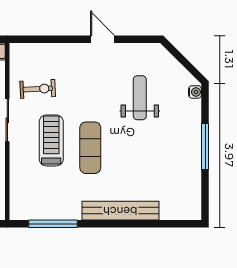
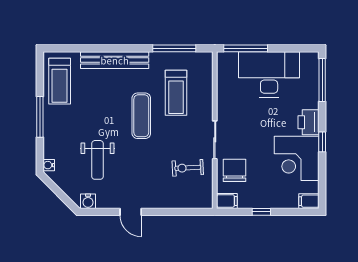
water cooler: (151, 51) -> (88, 201), added
treadmill: (51, 140) -> (176, 93), moved
treadmill: (183, 187) -> (60, 81), added

